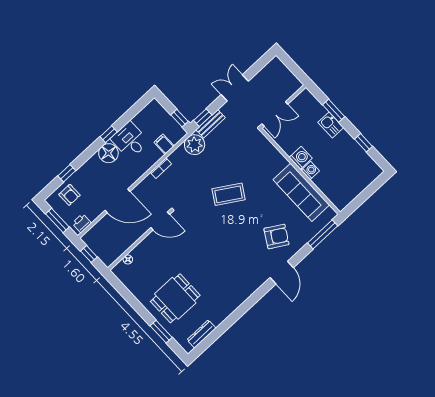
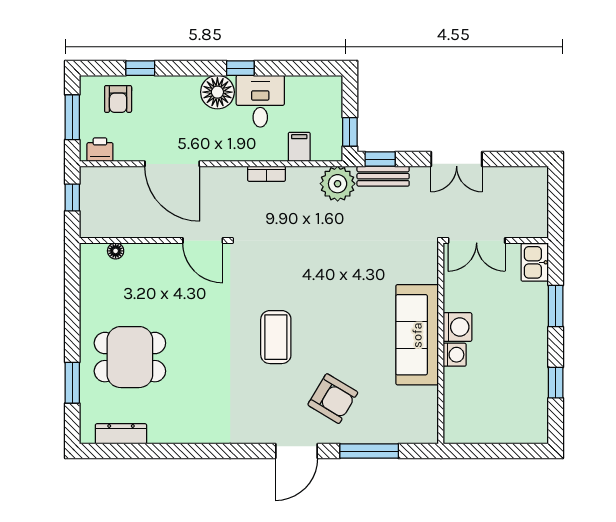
double door: (235, 88) -> (457, 159), swing flipped
kitchen sink: (331, 125) -> (535, 262), moved
sofa: (301, 192) -> (417, 335), moved
coffee table: (229, 194) -> (276, 337), moved, turned 58
window: (323, 234) -> (369, 451), moved

